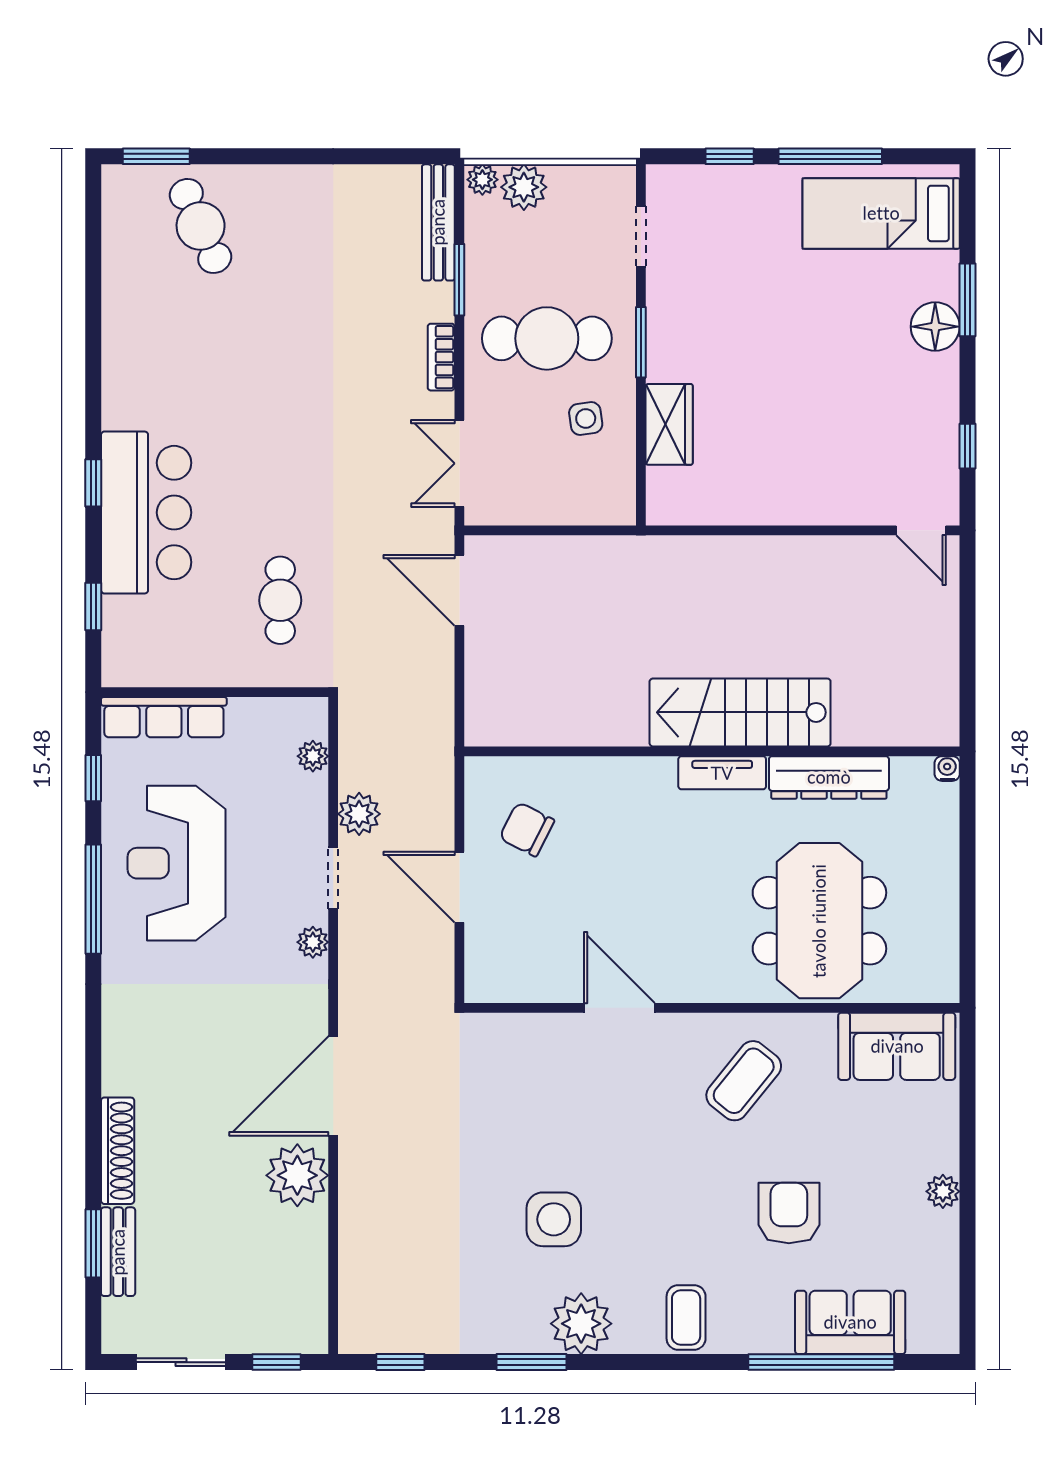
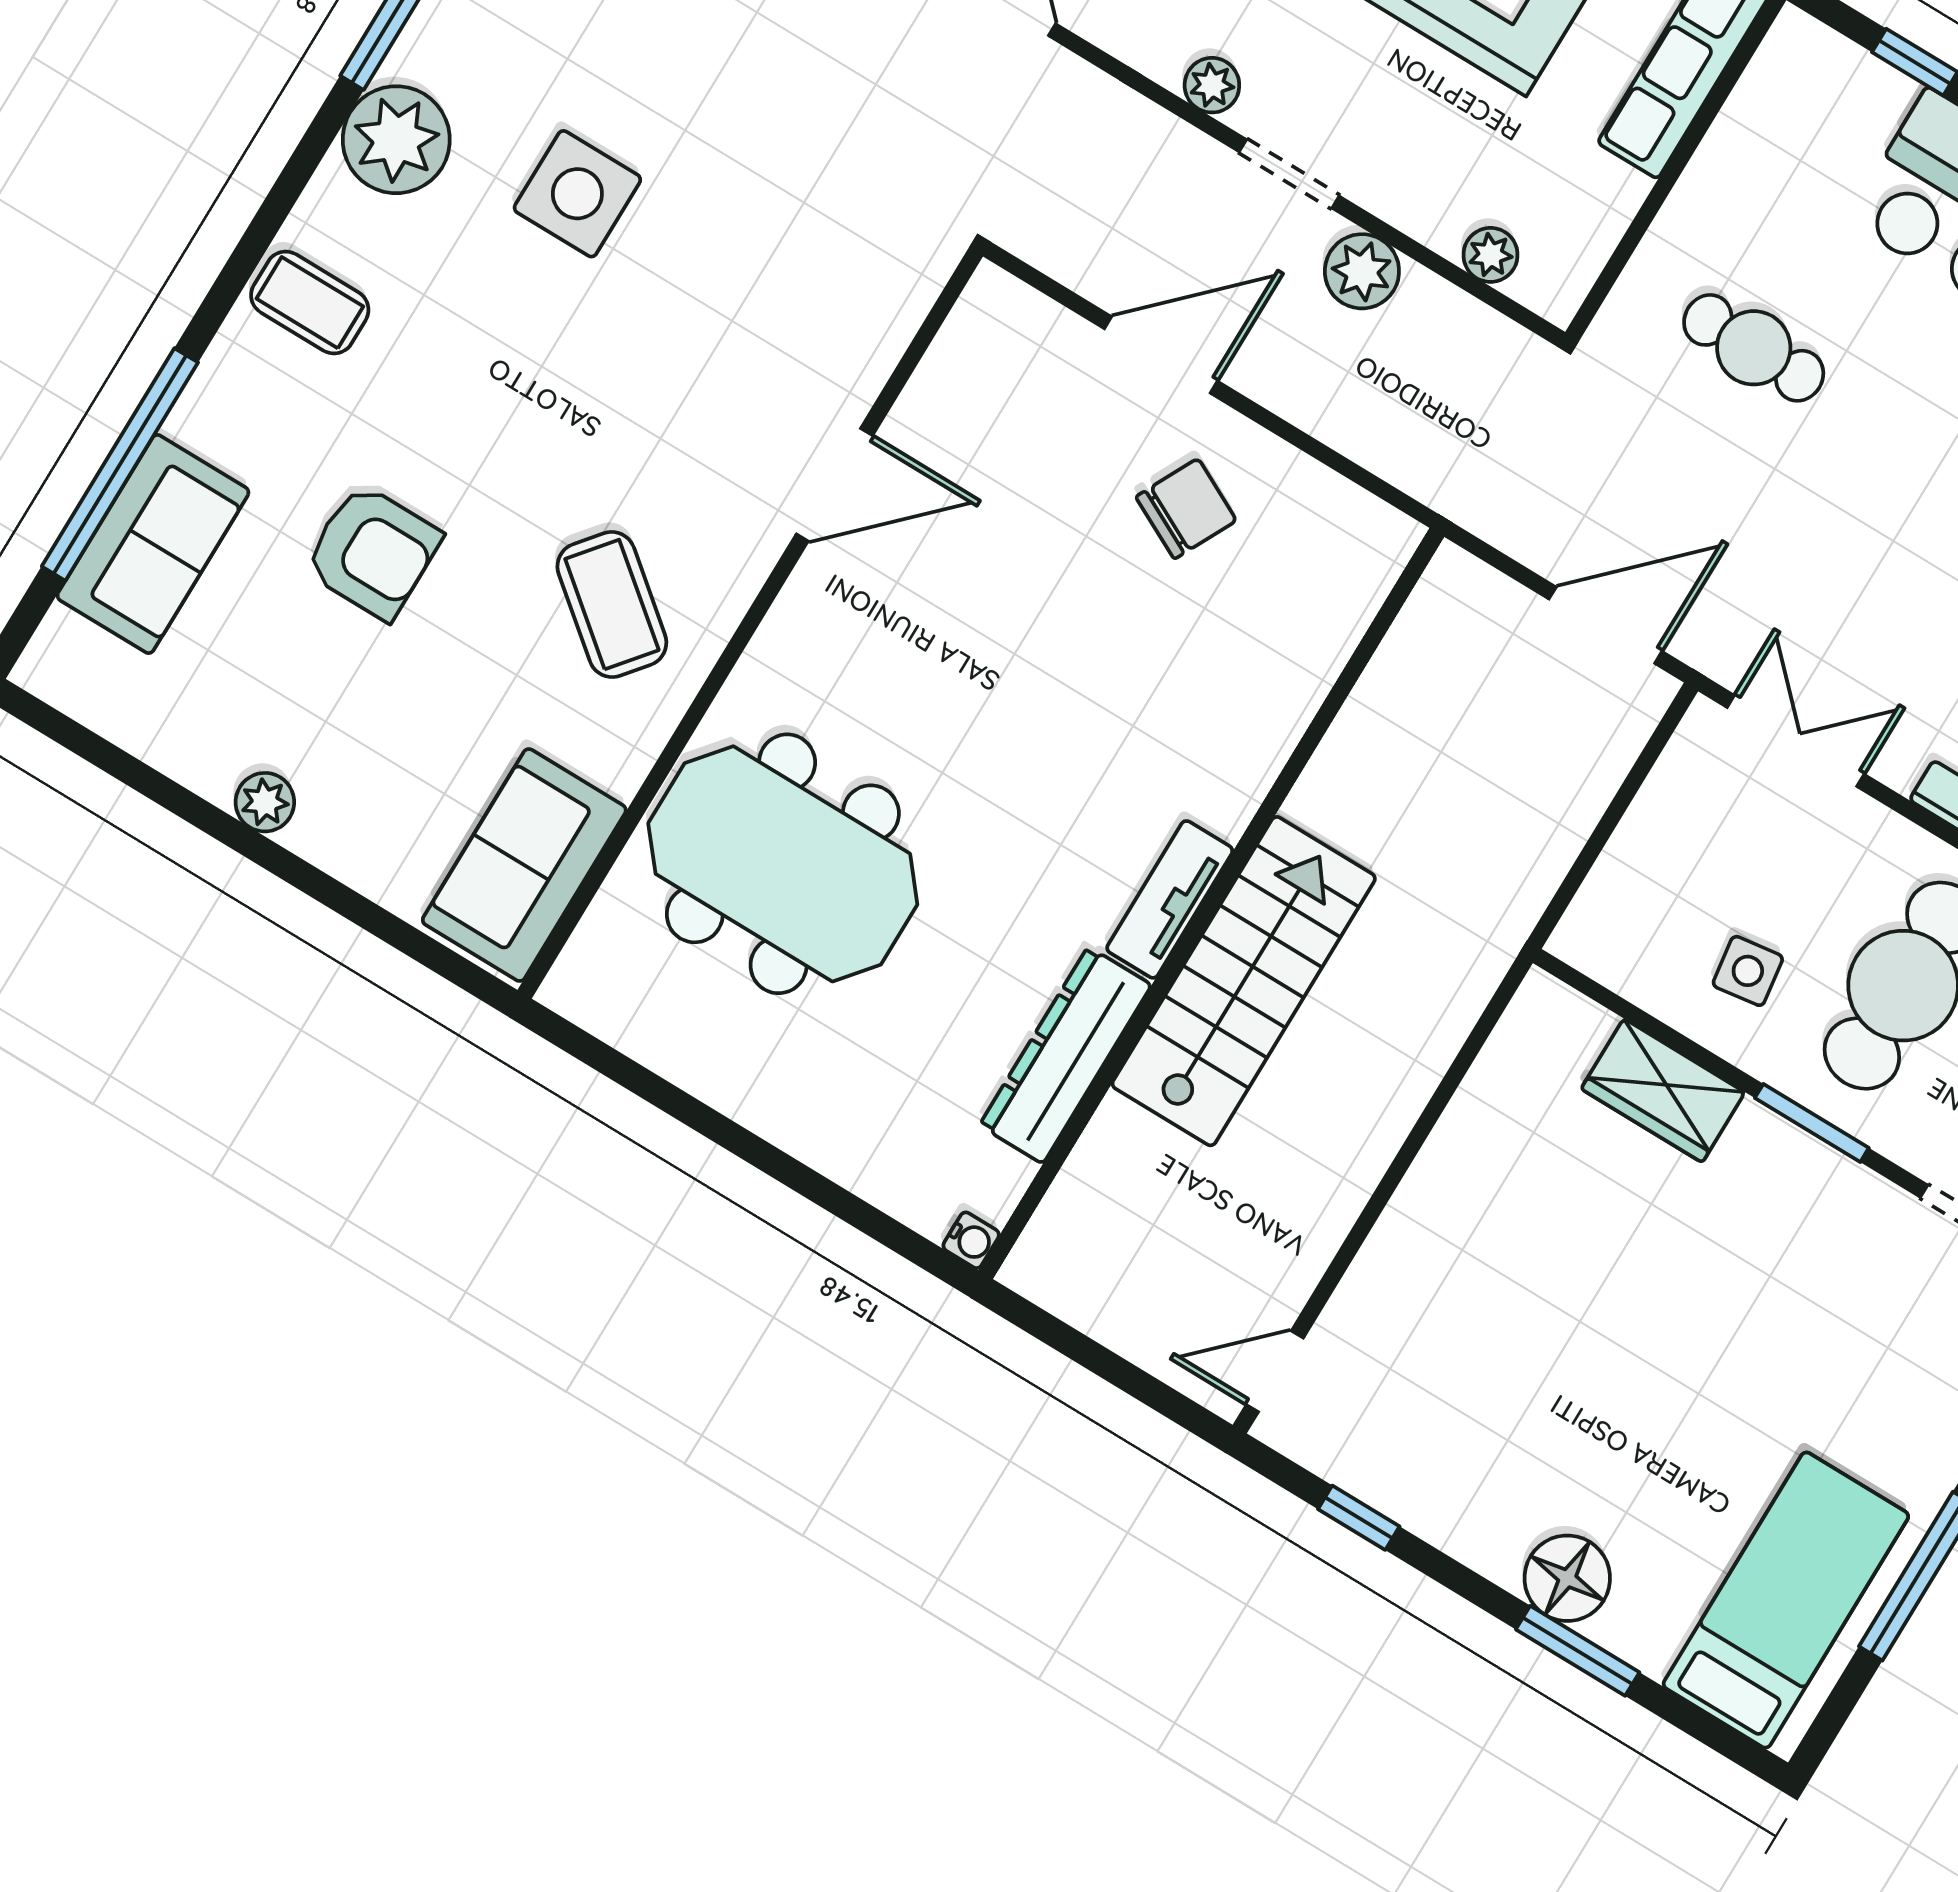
stairs: (740, 712) -> (1244, 981), moved
wall: (712, 751) -> (1211, 904), moved
water cooler: (947, 769) -> (971, 1240), moved
tv unit: (722, 773) -> (1170, 899), moved
dresser: (829, 777) -> (1065, 1055), moved

